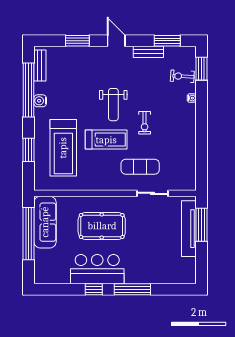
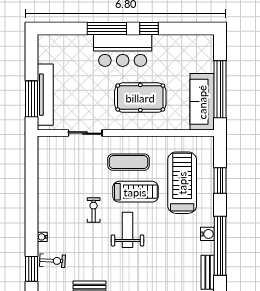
treadmill: (106, 140) -> (135, 192), turned 180
exercise mat: (140, 167) -> (129, 162), moved
bar counter: (97, 269) -> (123, 50), moved

